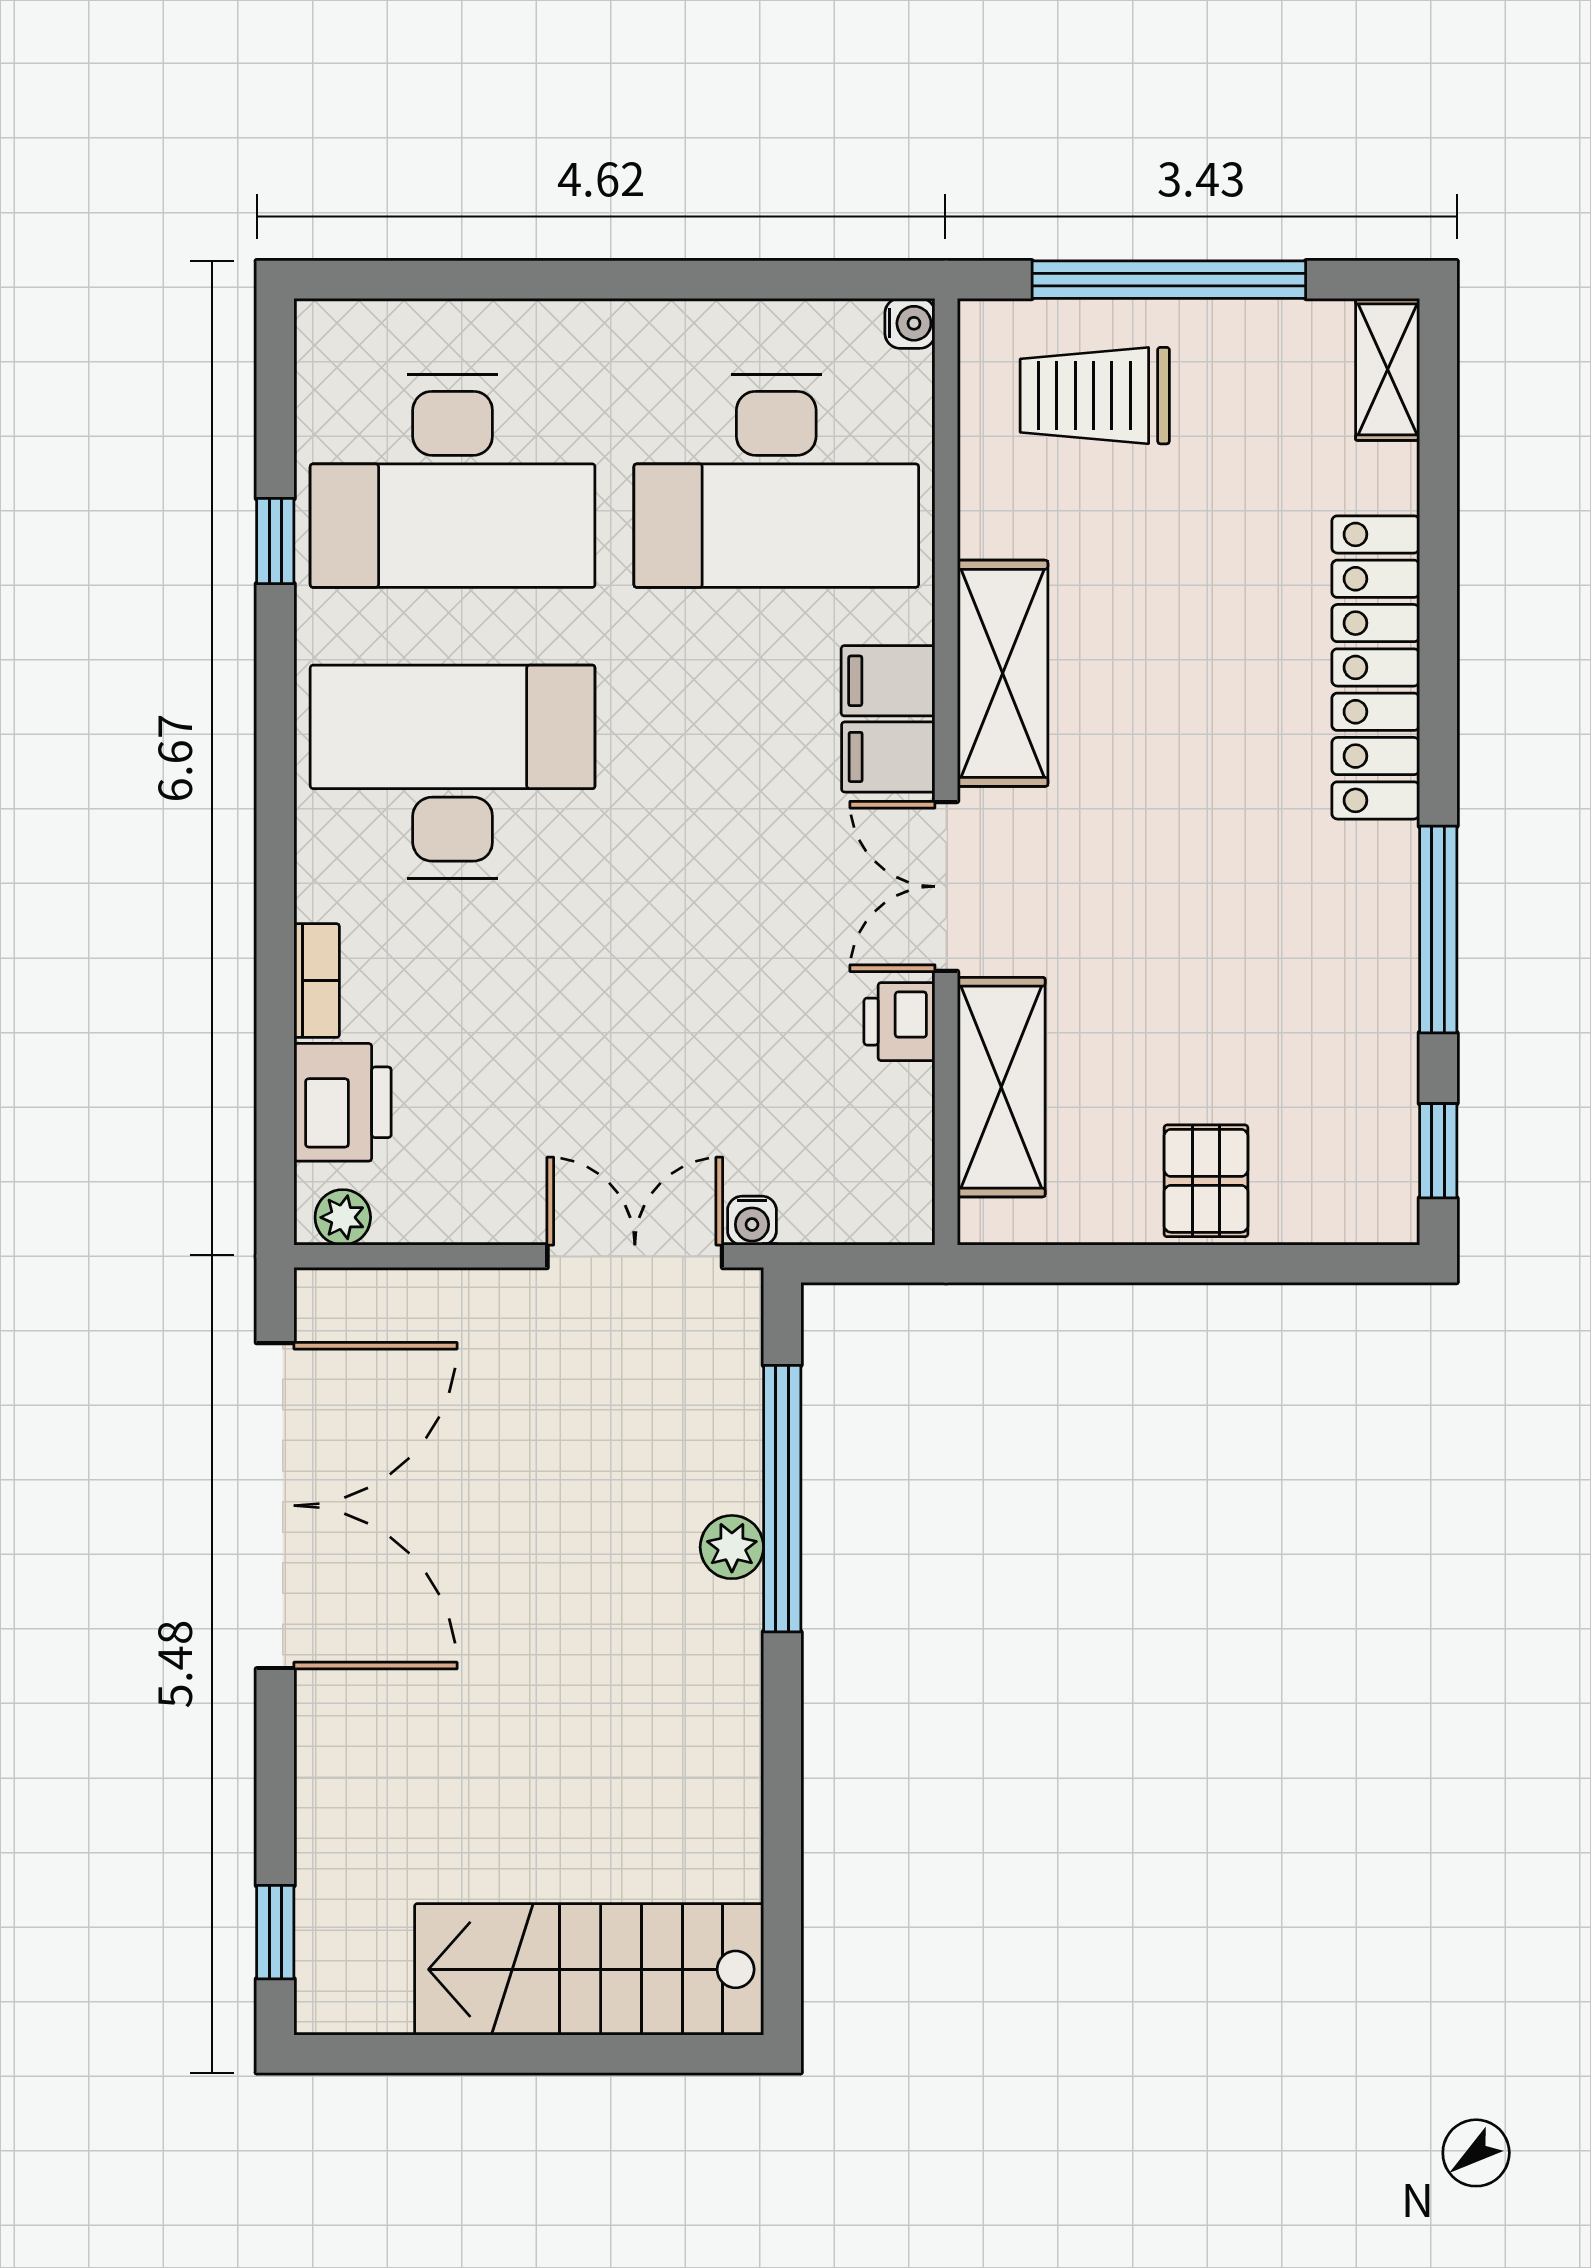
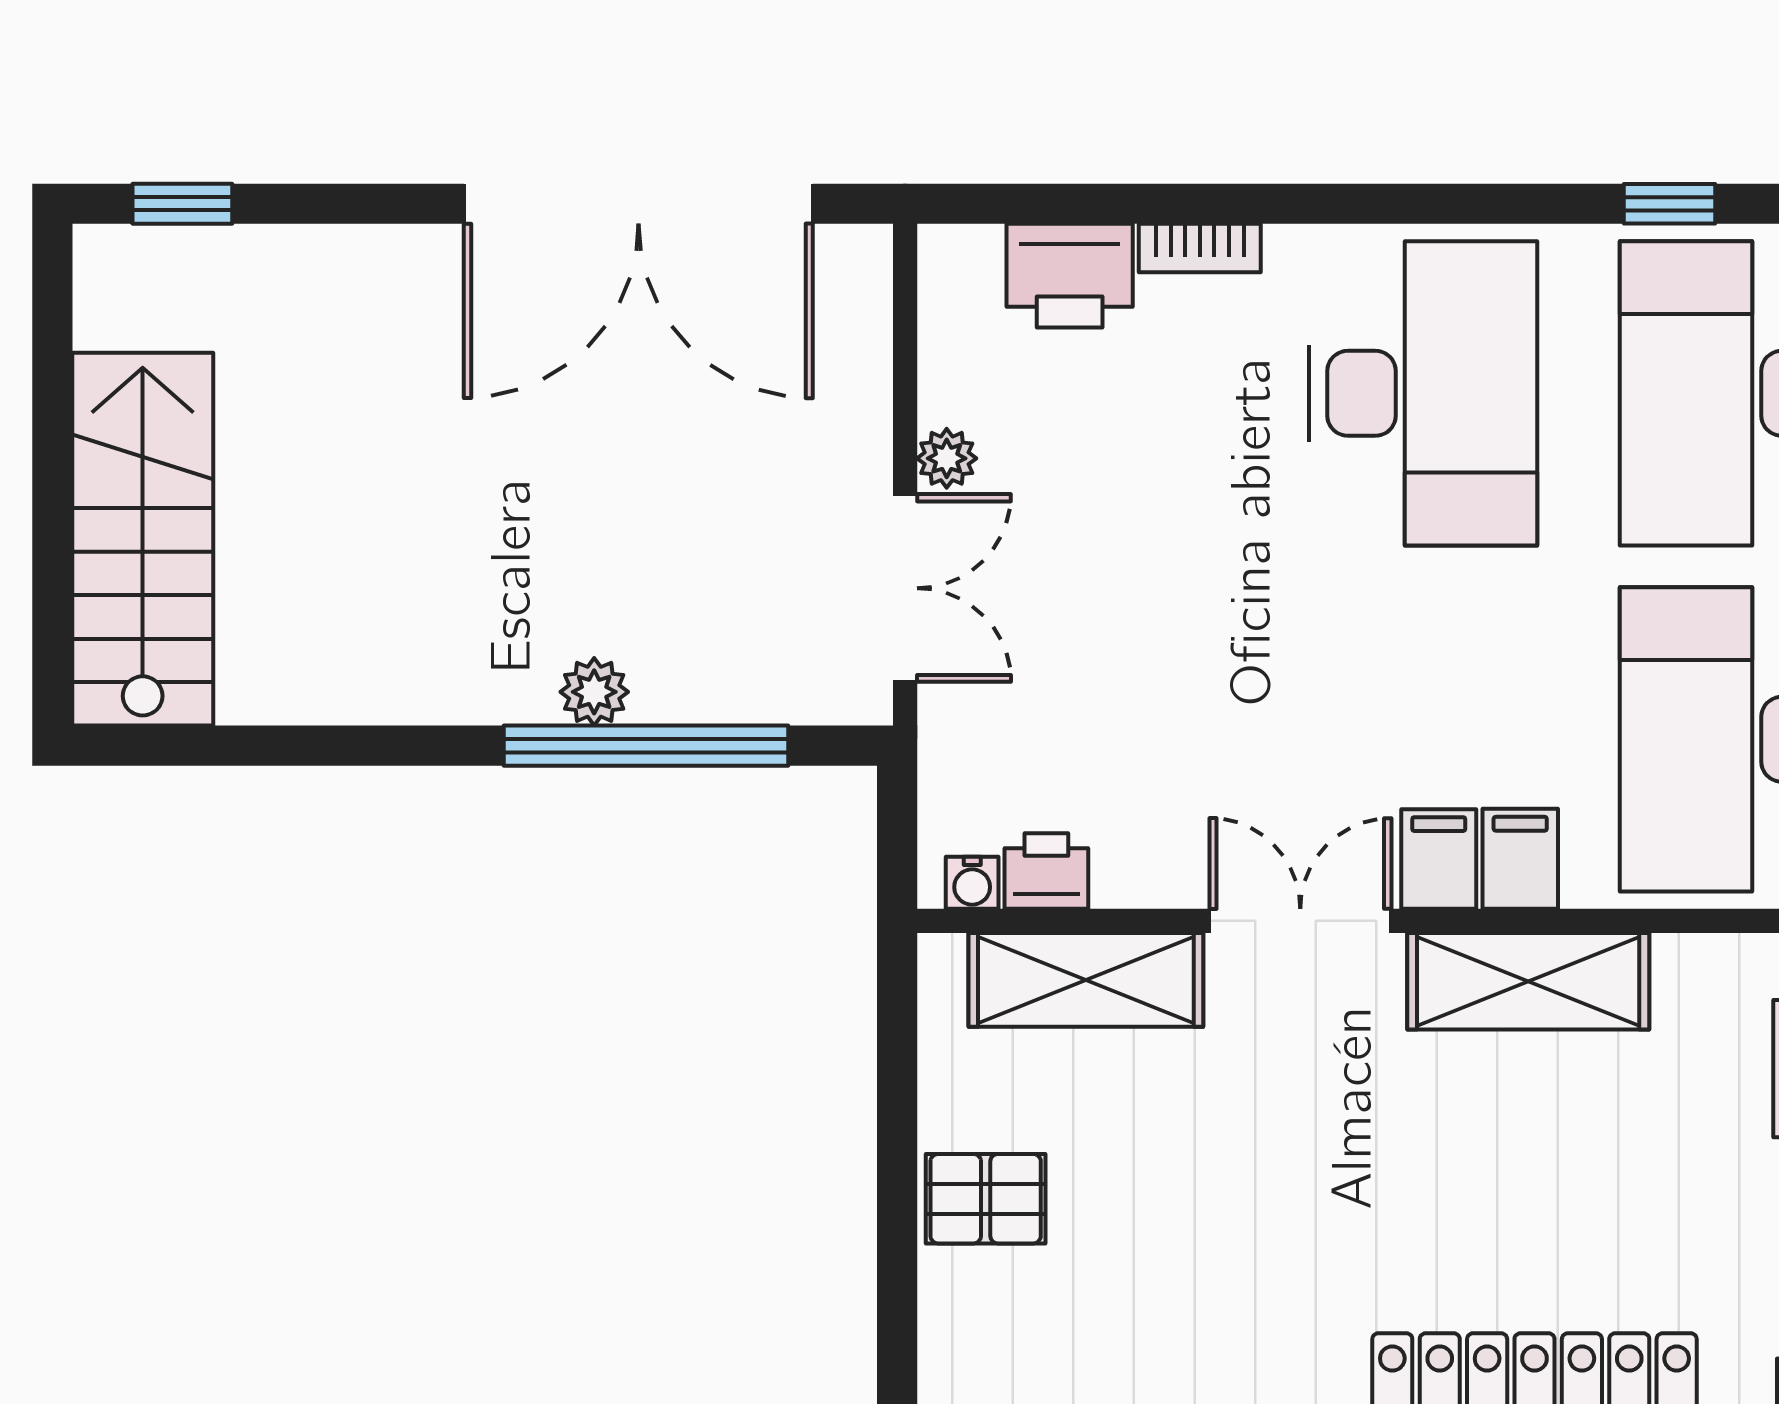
printer: (899, 1022) -> (1046, 871), moved
plant: (343, 1217) -> (947, 458), moved
water cooler: (752, 1221) -> (972, 883), moved, turned -90

